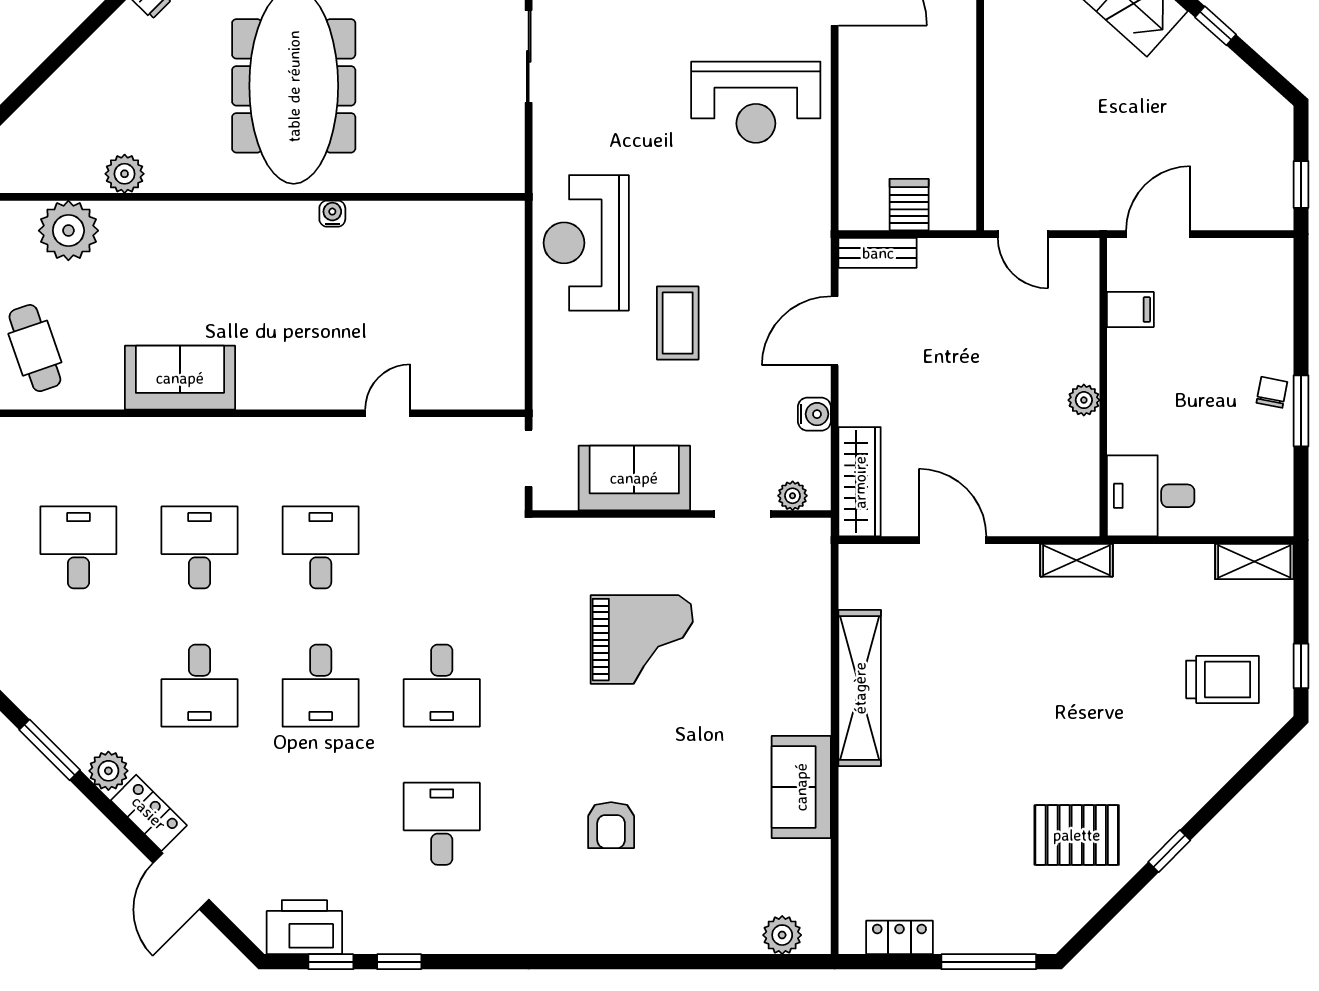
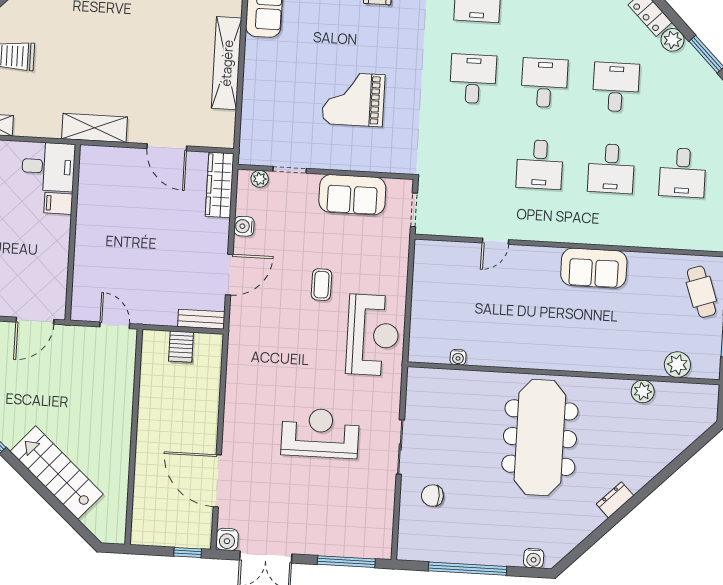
reception desk: (756, 102) -> (320, 433), moved
water cooler: (332, 214) -> (458, 357), moved
plant: (68, 231) -> (677, 365), width x0.73, depth x0.73
filing cabinet: (1130, 310) -> (58, 203), moved
coffee table: (678, 323) -> (321, 285), width x0.73, depth x0.77
sofa: (180, 378) -> (594, 268), moved
plant: (1084, 400) -> (85, 225), removed
shelving: (1077, 560) -> (94, 128), width x1.50, depth x1.33

